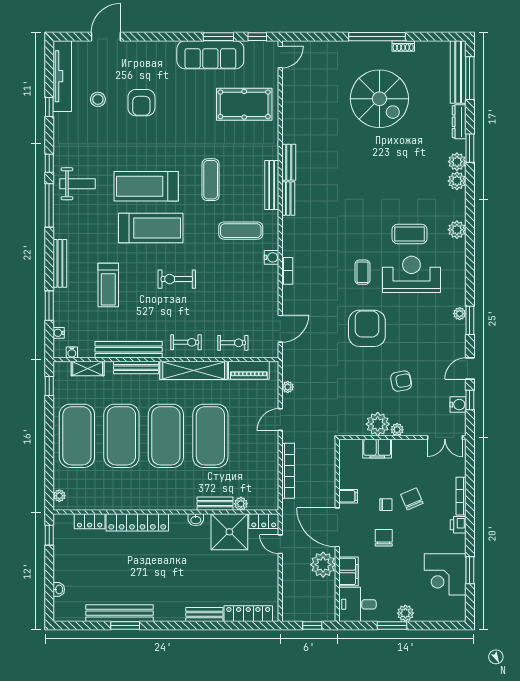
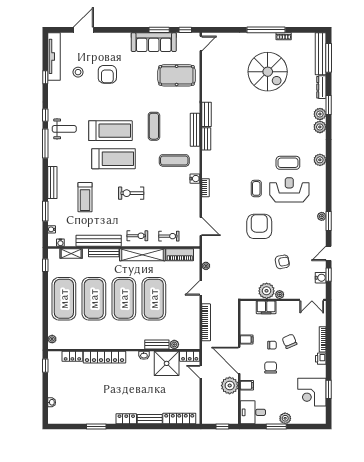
treadmill: (146, 186) -> (110, 131), turned 180
door: (280, 329) -> (201, 227), hinge flipped
filing cabinet: (349, 571) -> (247, 385), width x0.50
bench: (119, 613) -> (93, 418), removed
locker: (170, 614) -> (126, 419), added

